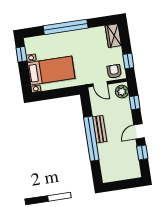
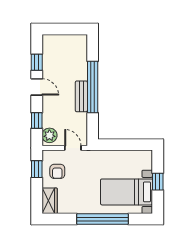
window: (21, 54) -> (158, 182), moved
bed with nightstands: (51, 71) -> (127, 192), moved
armchair: (114, 71) -> (57, 171), moved
door: (139, 131) -> (37, 87), hinge flipped

